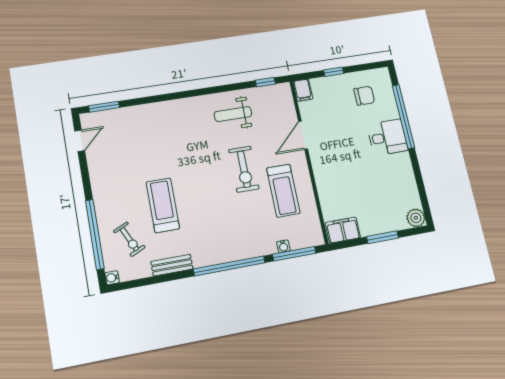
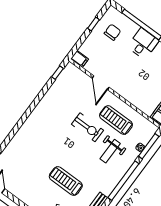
window: (334, 72) -> (93, 24), moved
weight bench: (233, 114) -> (110, 151), moved
treadmill: (283, 191) -> (116, 120), turned 180

